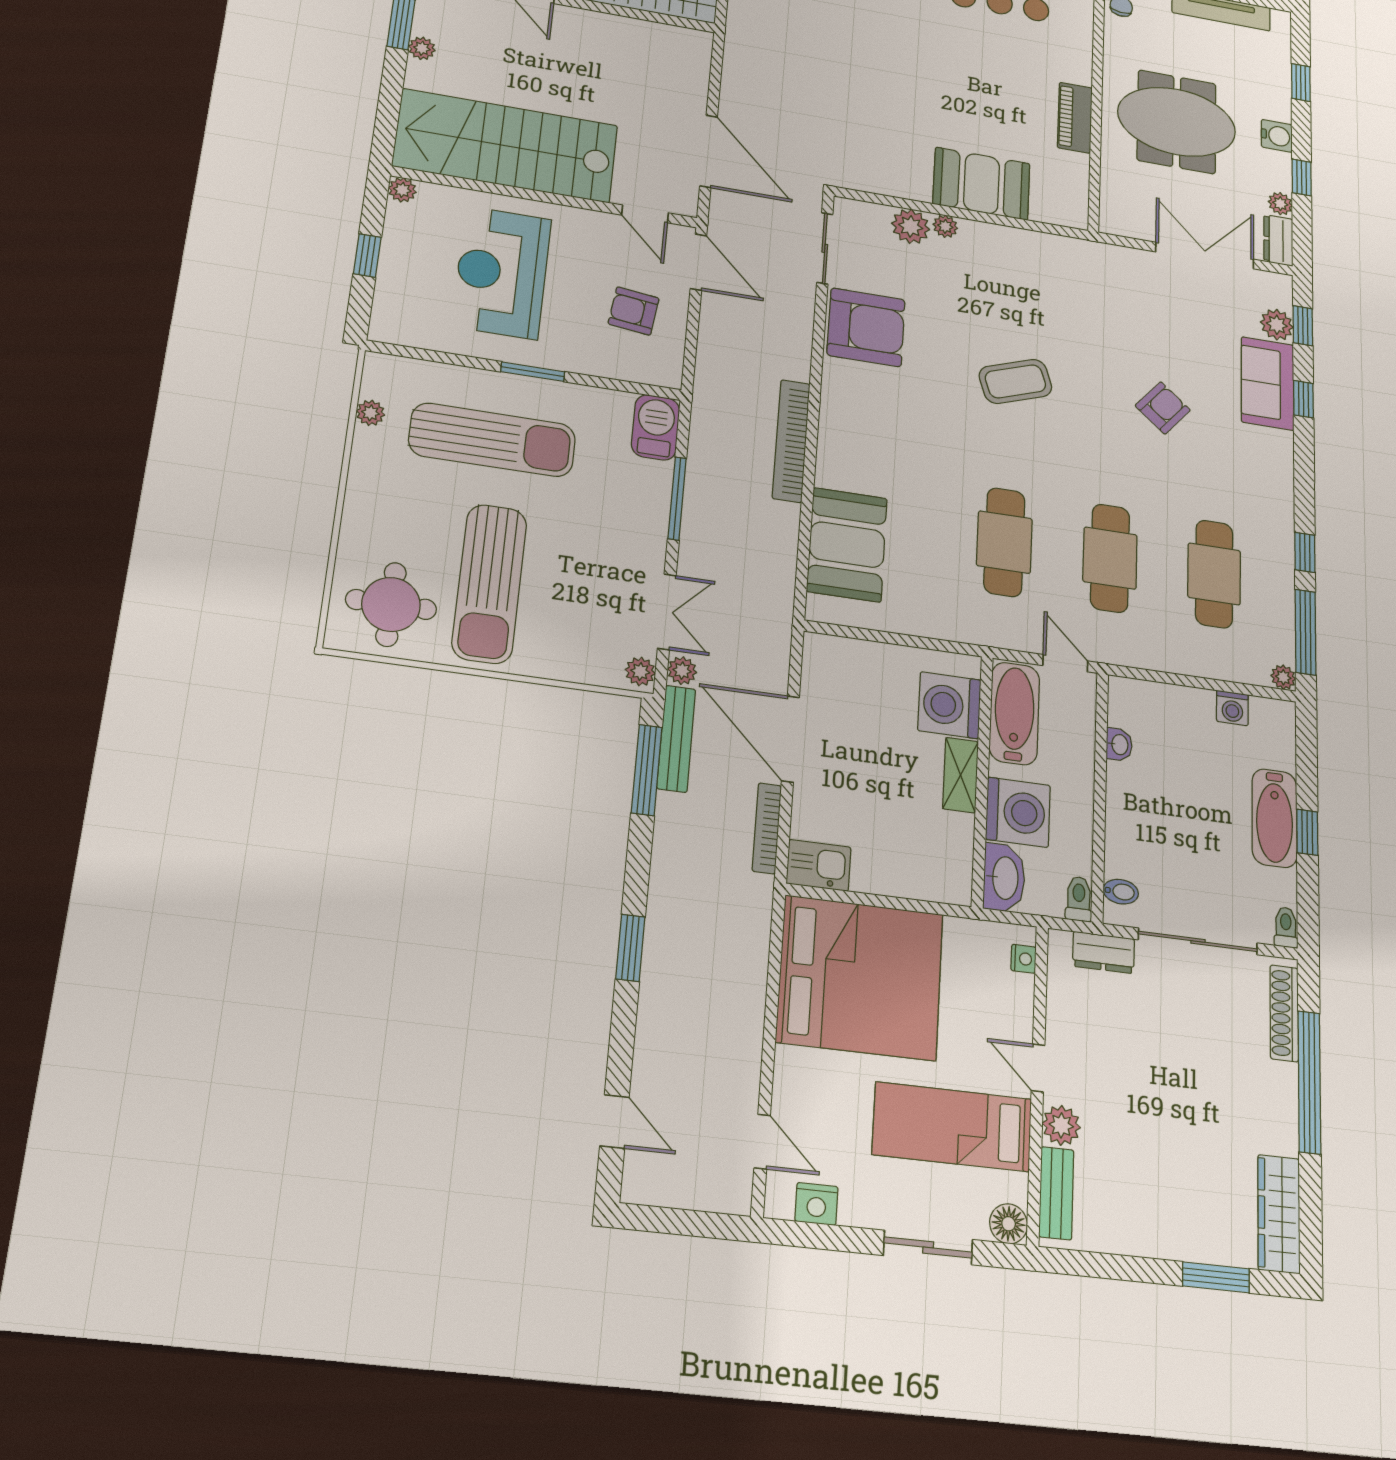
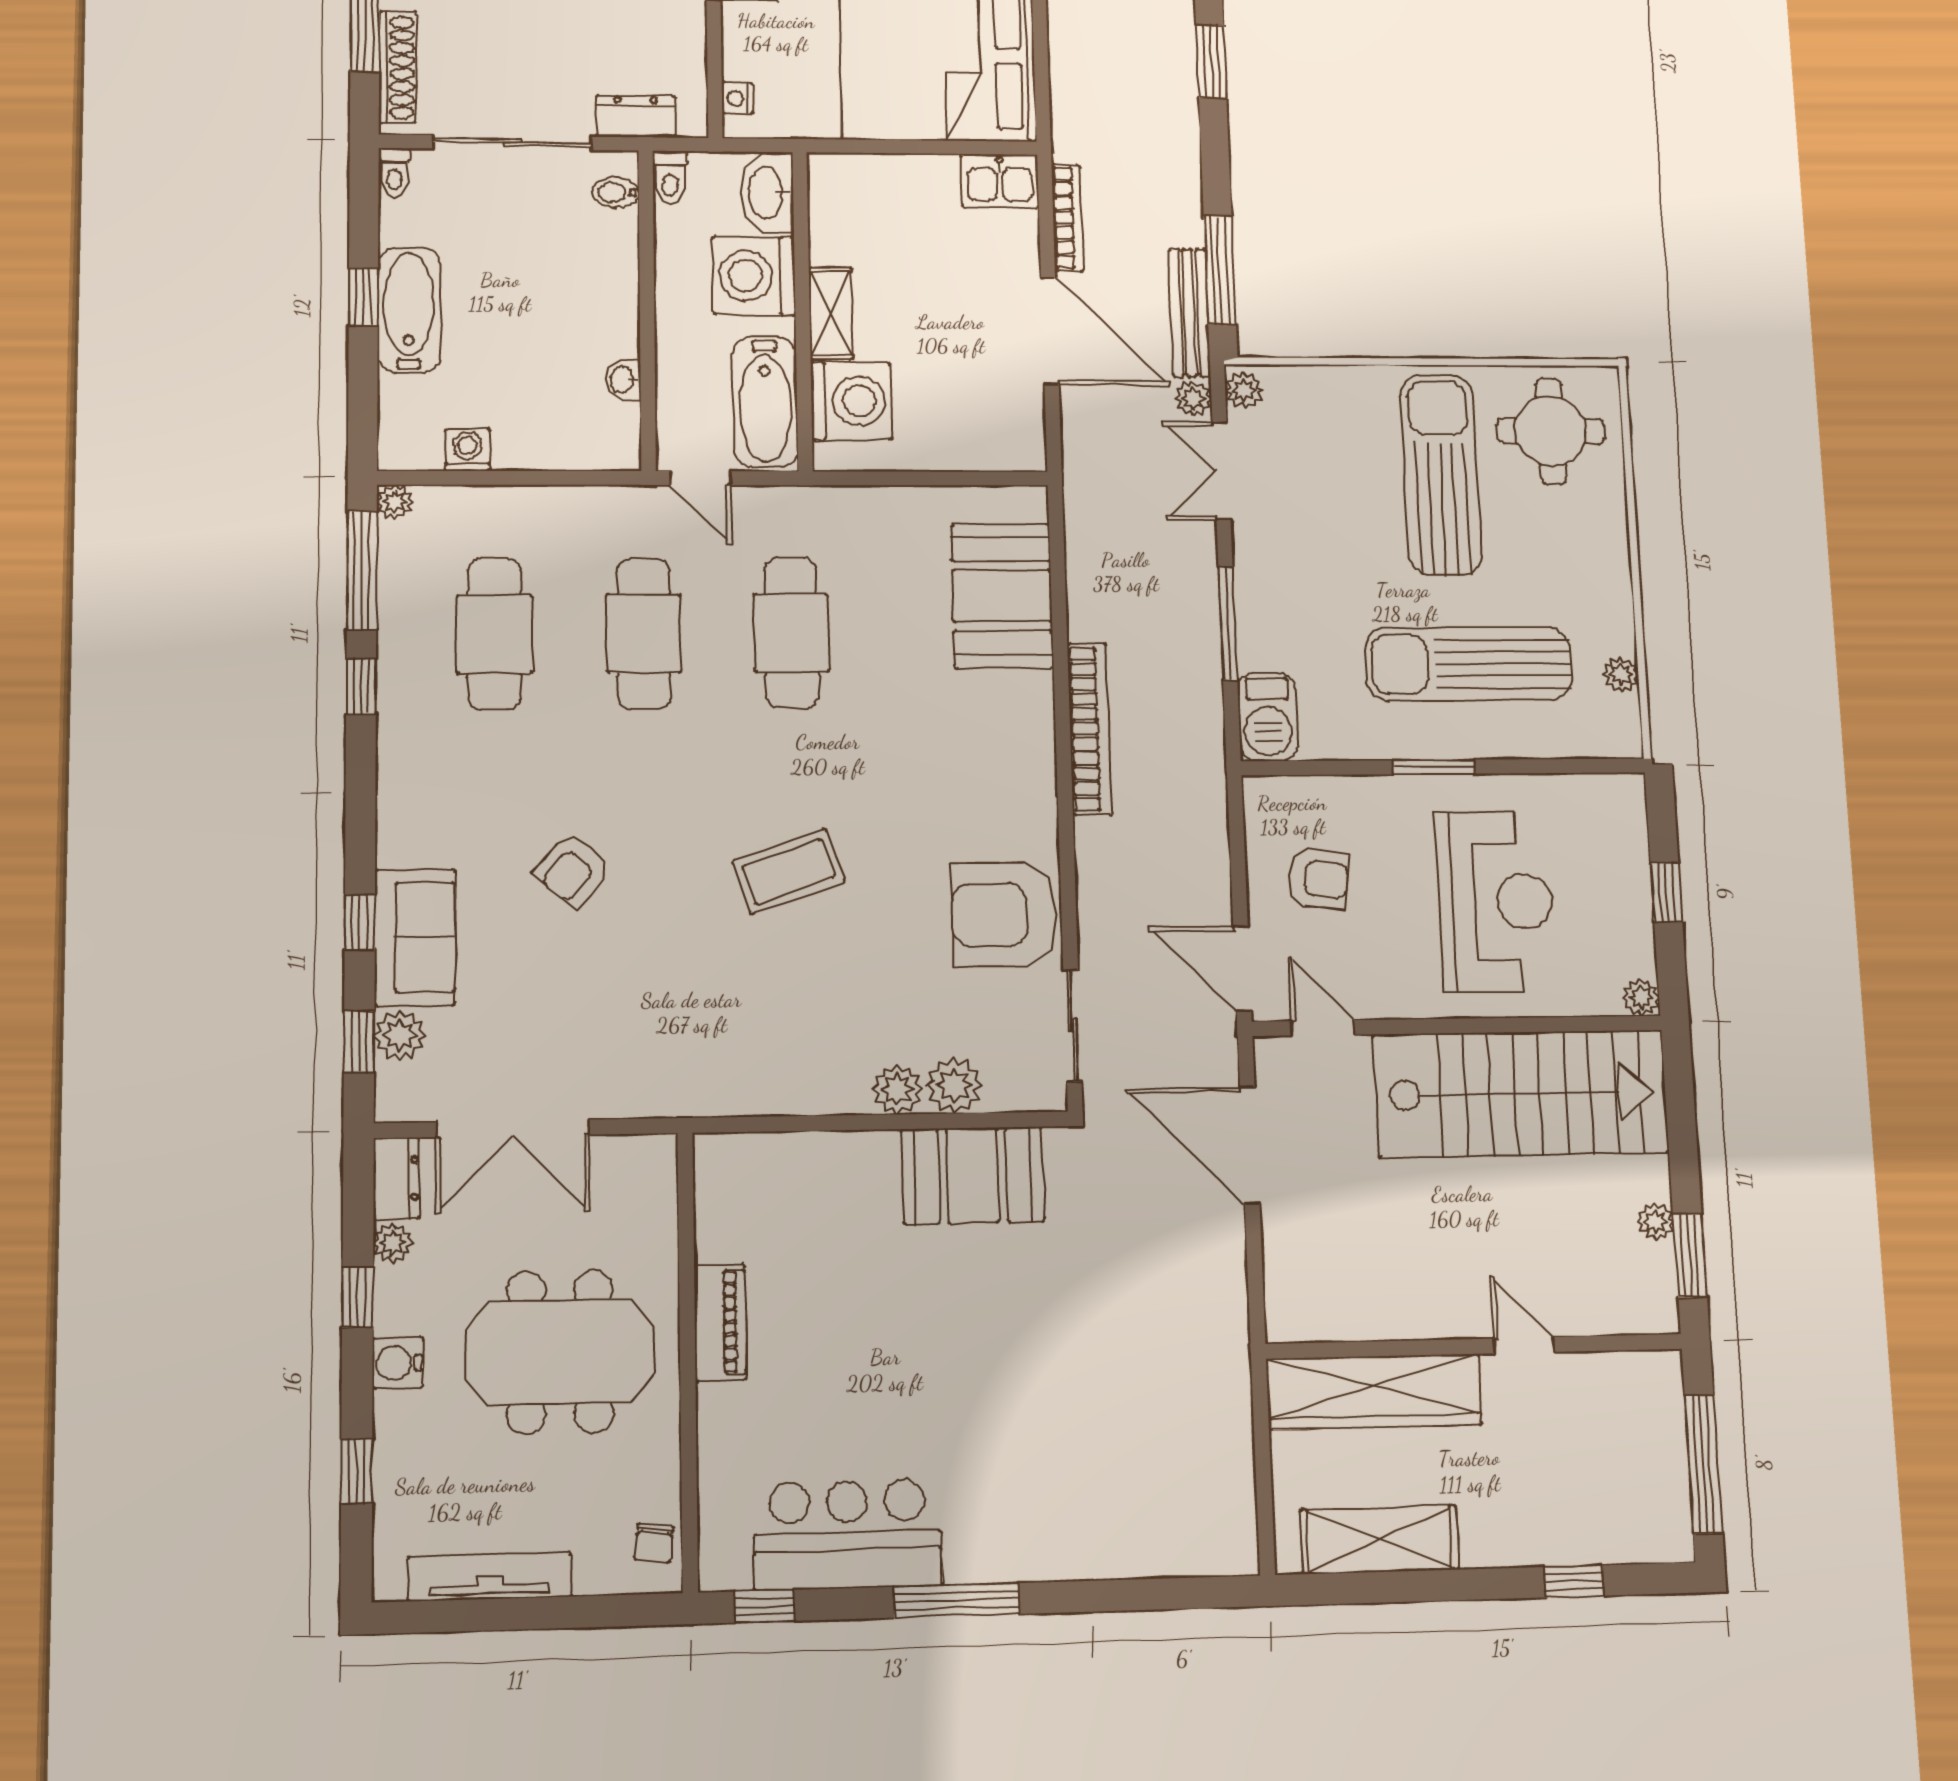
booth: (982, 184) -> (973, 1175), moved
plant: (945, 226) -> (897, 1089), width x1.38, depth x1.38

